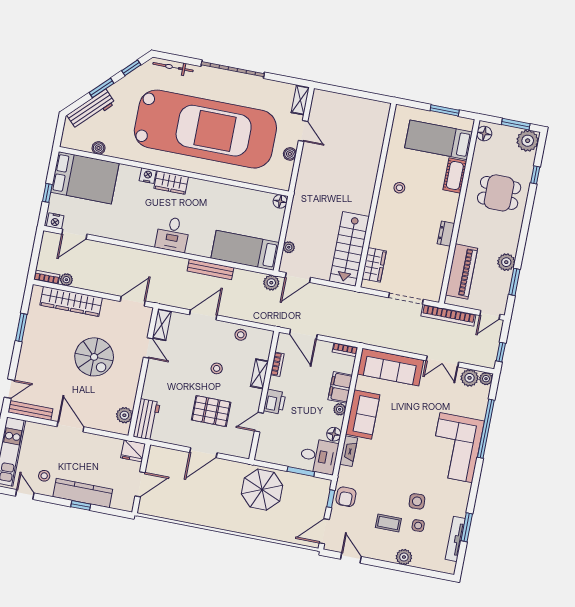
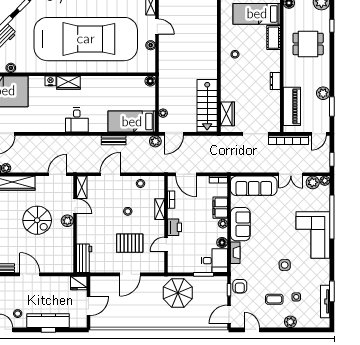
bench: (210, 269) -> (114, 140), width x0.73
plant: (124, 415) -> (67, 221), moved
side table: (417, 501) -> (285, 265), moved

